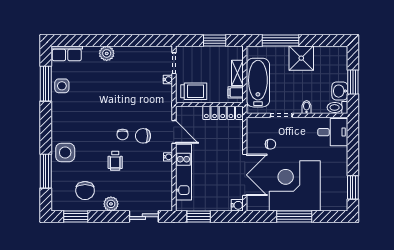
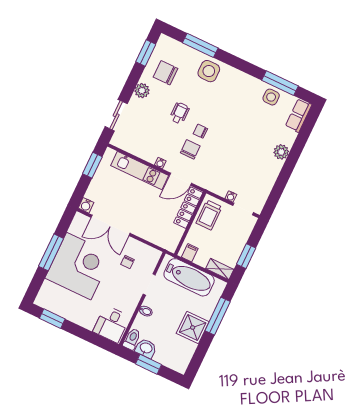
shelving: (237, 73) -> (220, 269), moved
locker: (223, 113) -> (188, 208), moved
wheelchair: (115, 161) -> (180, 113), turned 90

